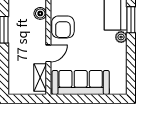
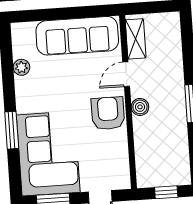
boiler: (40, 13) -> (140, 107), moved
plant: (121, 37) -> (21, 67), moved

